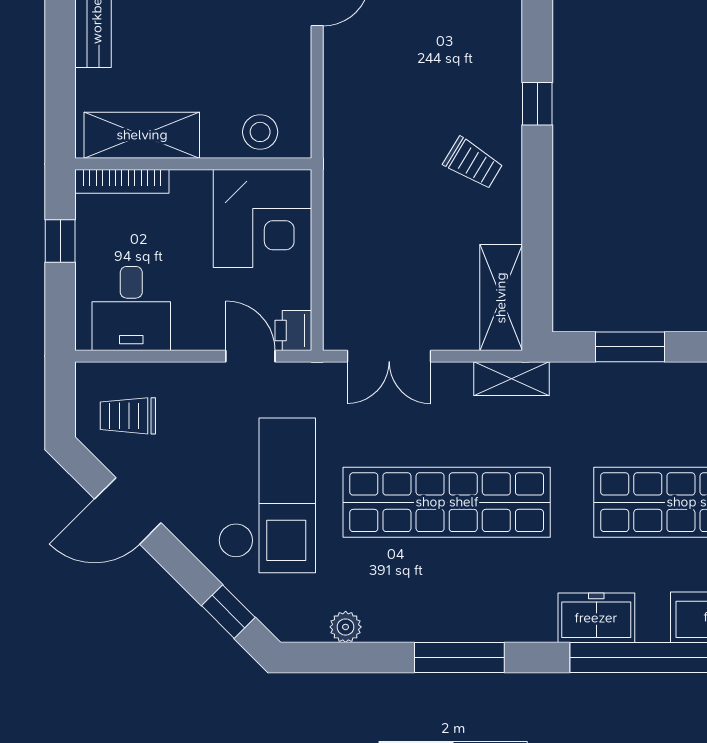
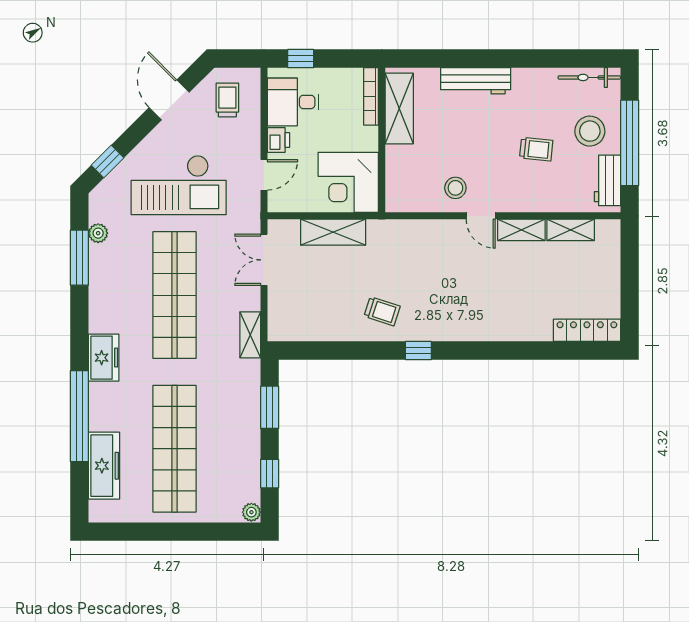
stool: (260, 132) -> (455, 188), moved
trolley: (473, 163) -> (382, 311), turned -103
window: (60, 241) -> (301, 58), moved
shelving: (501, 298) -> (333, 232), moved
printer: (293, 331) -> (278, 140), moved, turned 90
freezer: (596, 618) -> (104, 358), moved
window: (459, 658) -> (79, 258), moved

